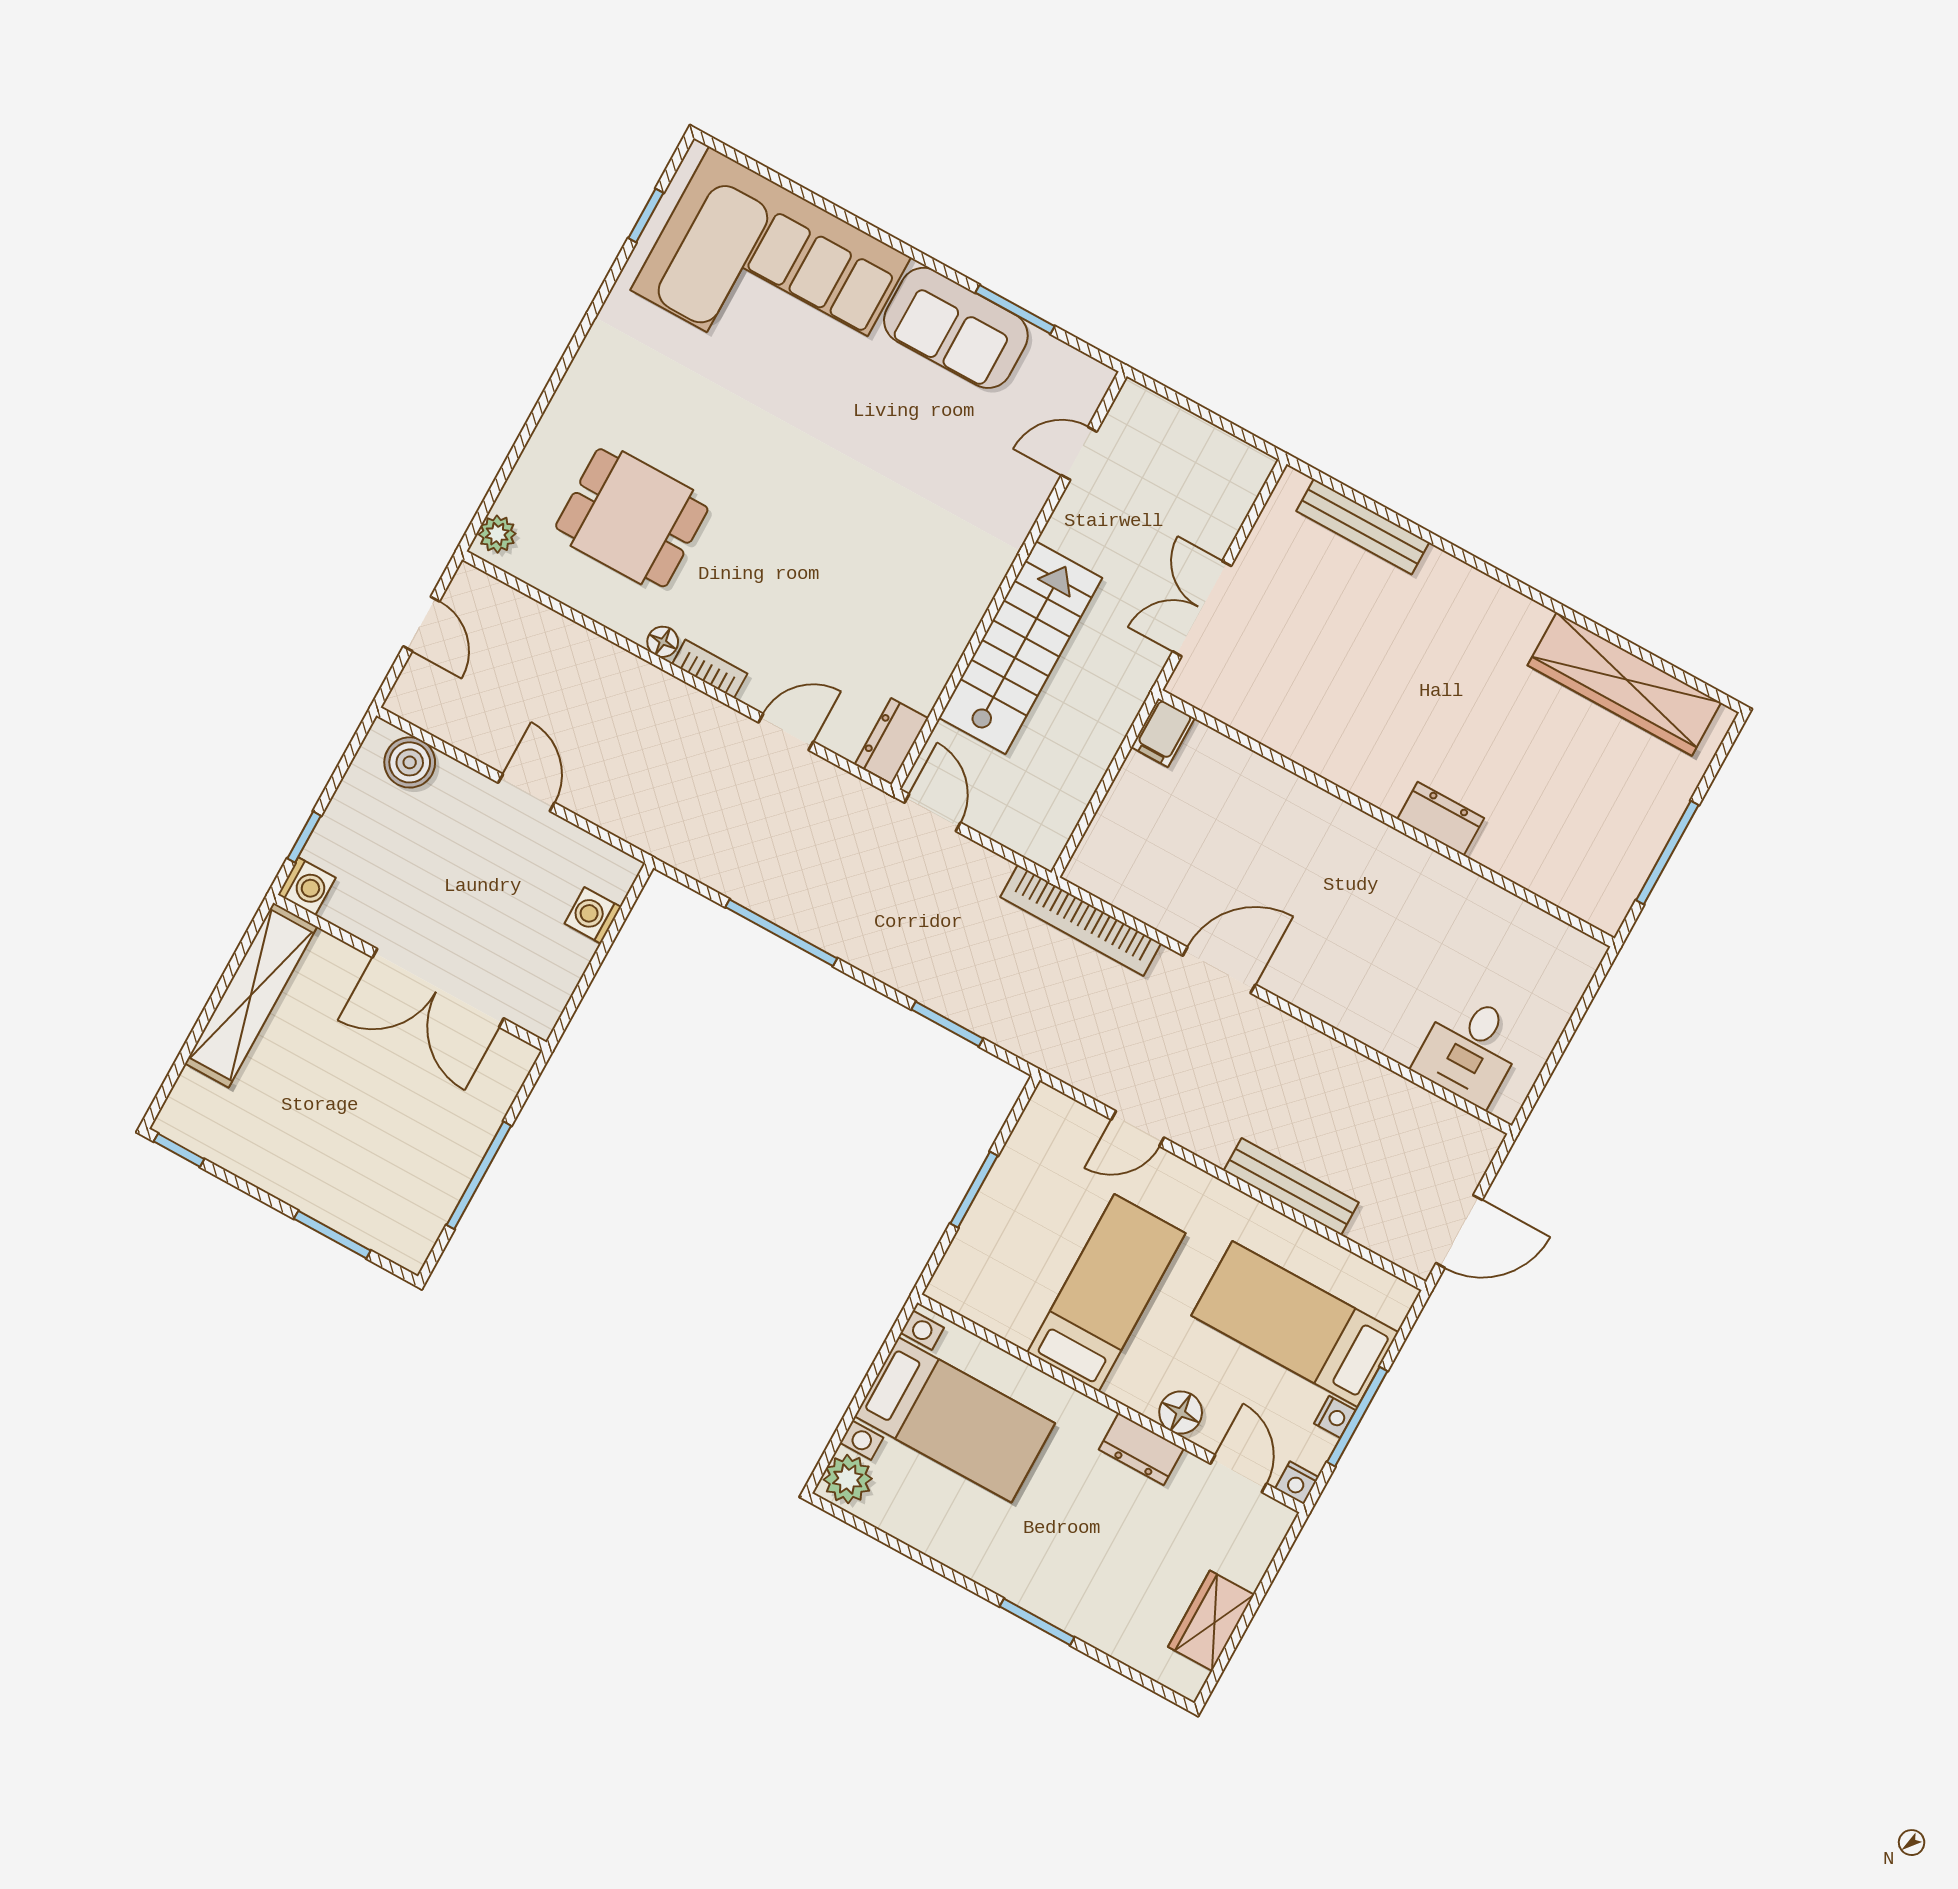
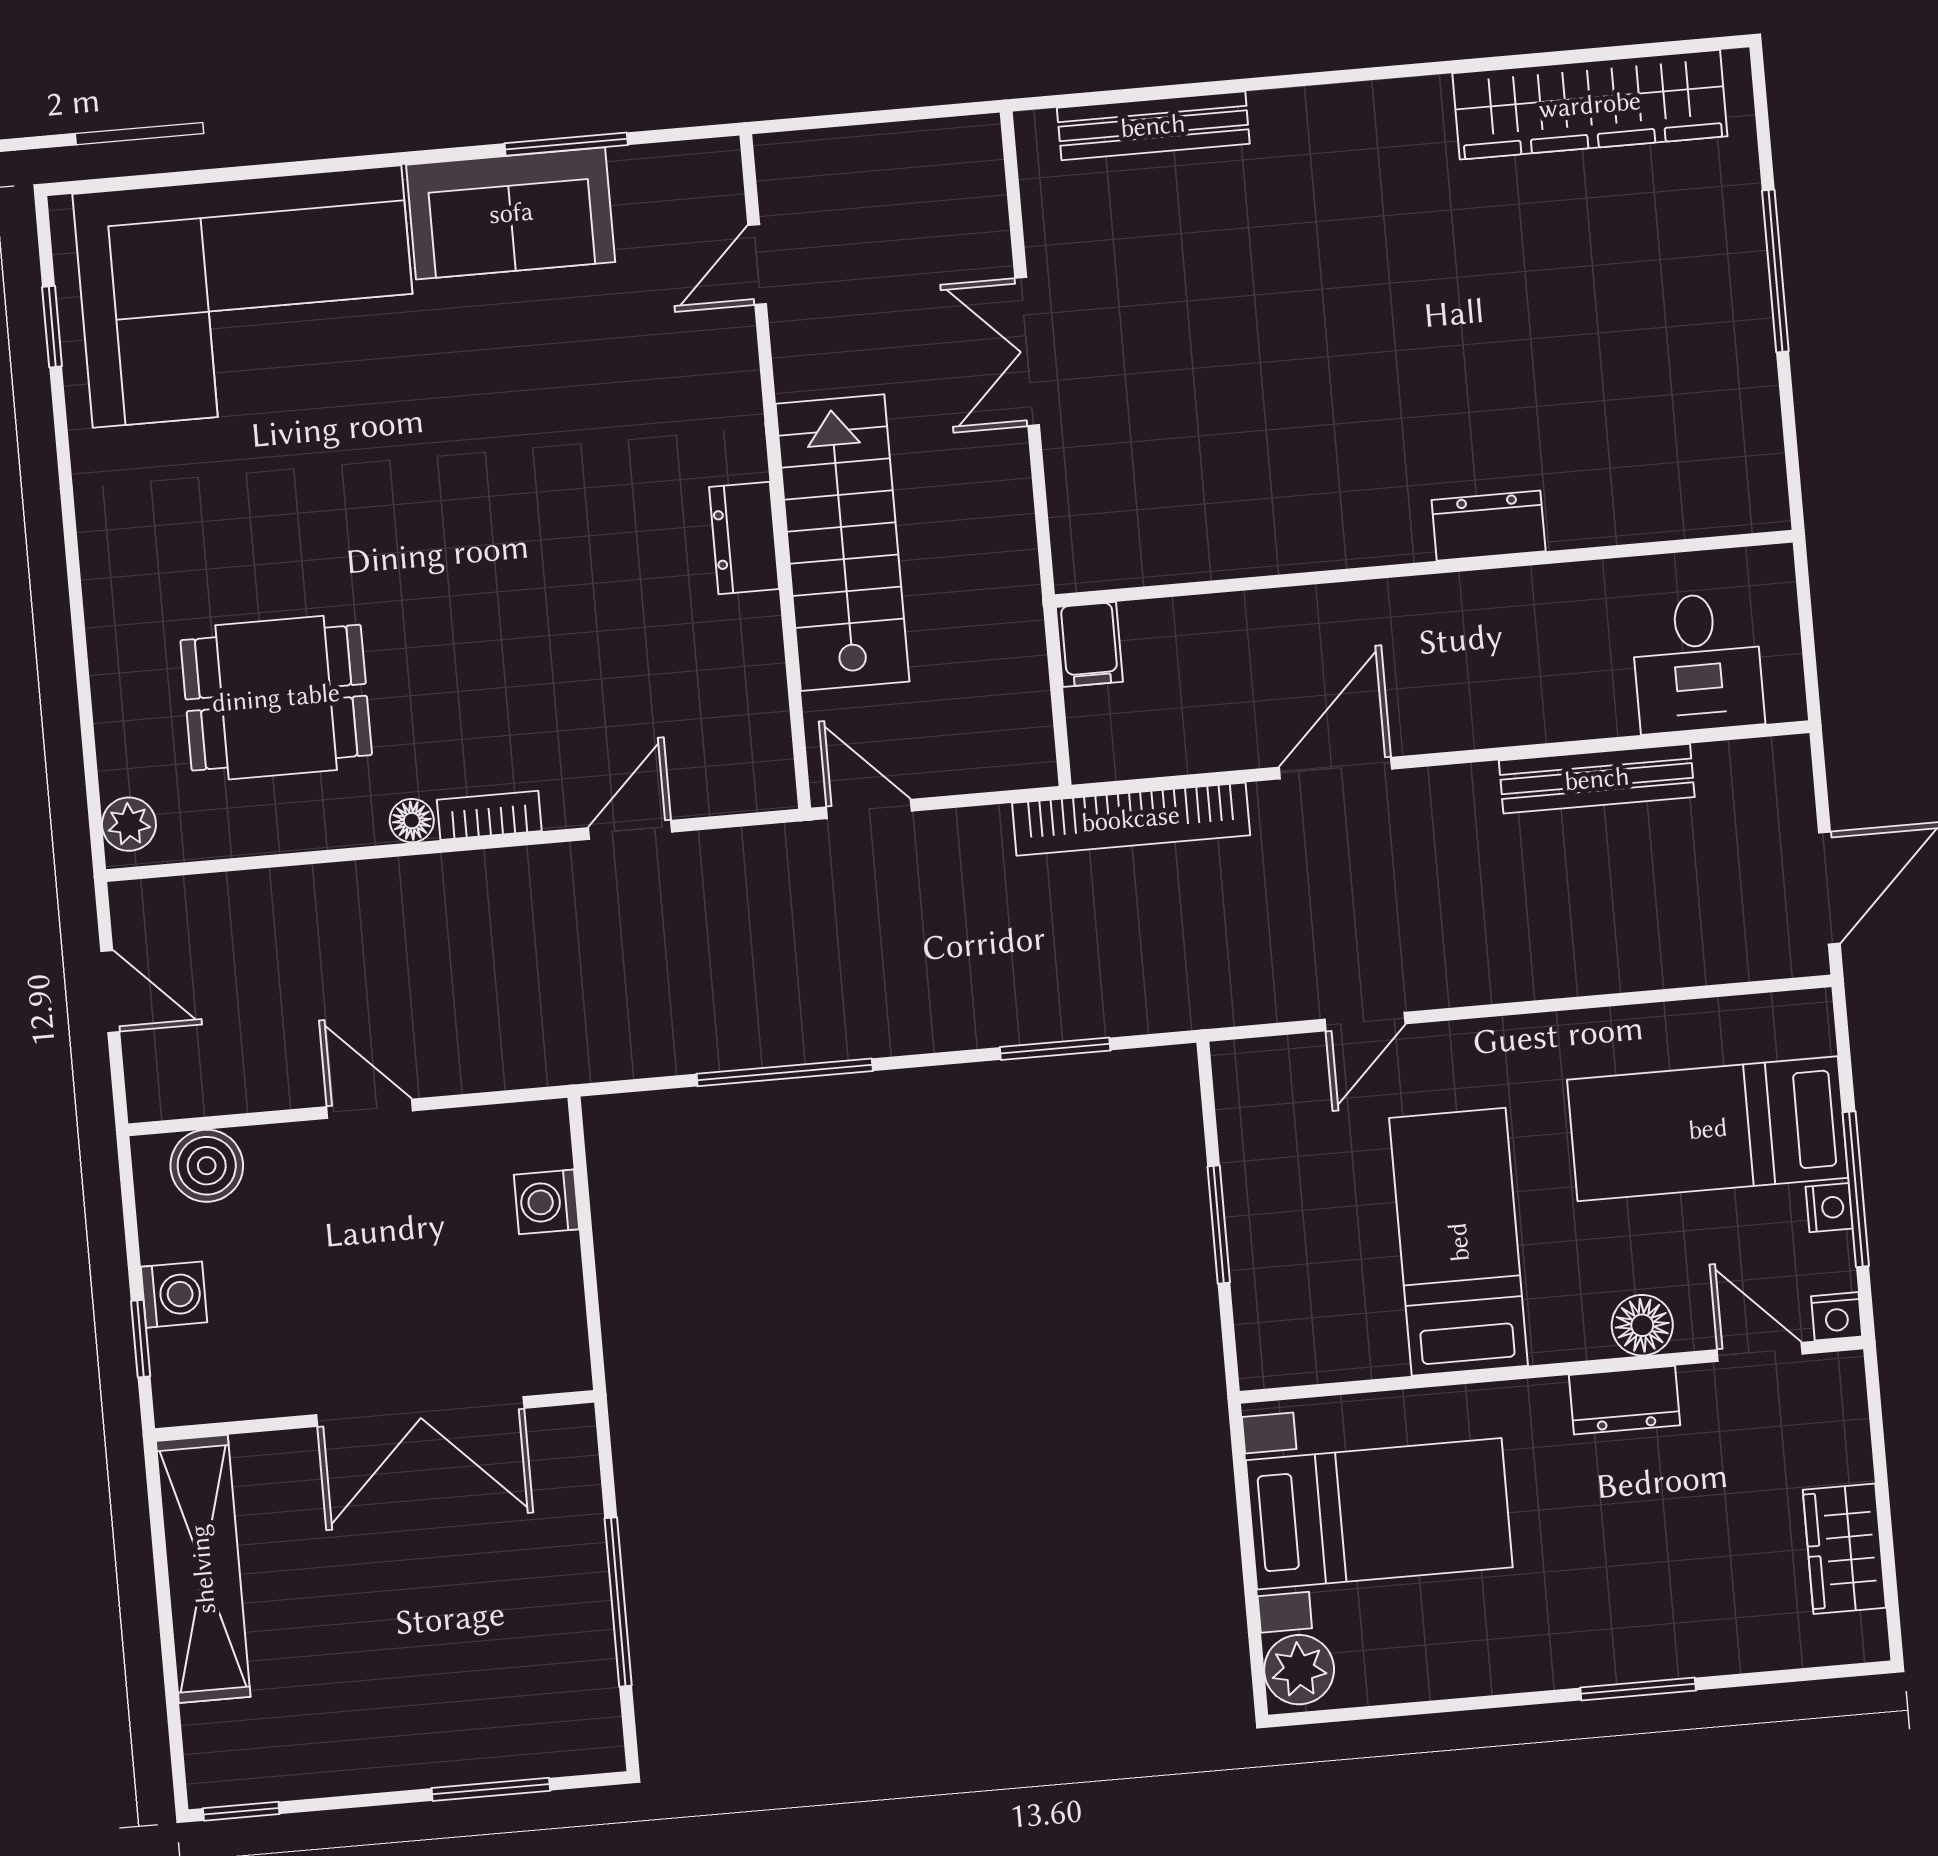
filing cabinet: (1163, 733) -> (1089, 644), moved
dresser: (892, 741) -> (744, 538), moved
wall: (1386, 818) -> (1424, 568), moved
dresser: (1441, 819) -> (1489, 526), moved
washing machine: (307, 886) -> (174, 1295), moved
bench: (1291, 1187) -> (1597, 779), moved

